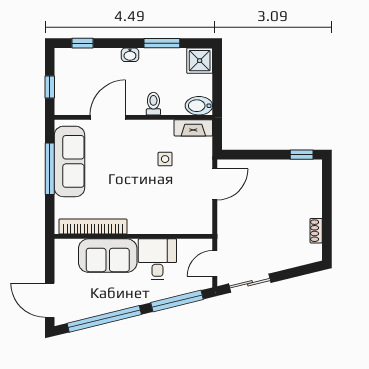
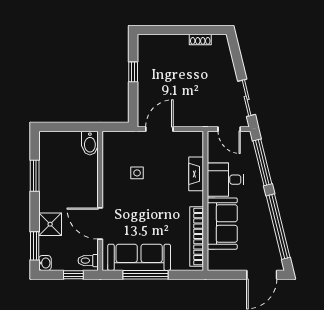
window: (82, 43) -> (35, 246), width x1.50
washbasin: (130, 55) -> (45, 263), moved
shower: (200, 61) -> (50, 224), moved
toilet: (153, 104) -> (88, 261), moved
fireplace: (193, 128) -> (196, 174), moved, turned 180
window: (302, 155) -> (133, 72), moved
door: (215, 184) -> (159, 129), hinge flipped

